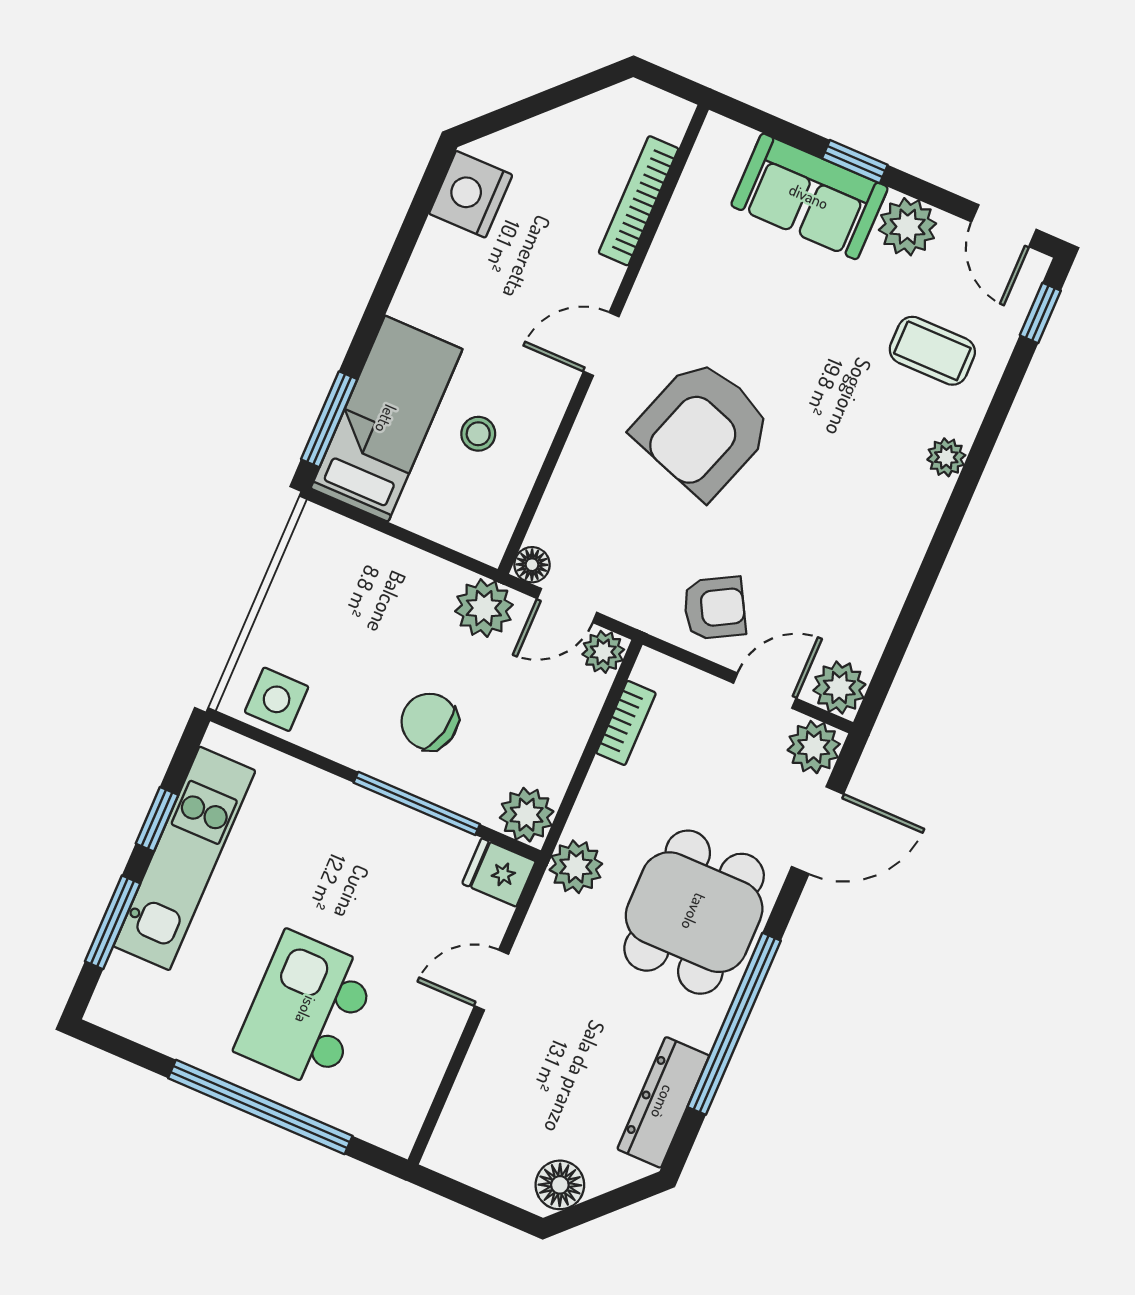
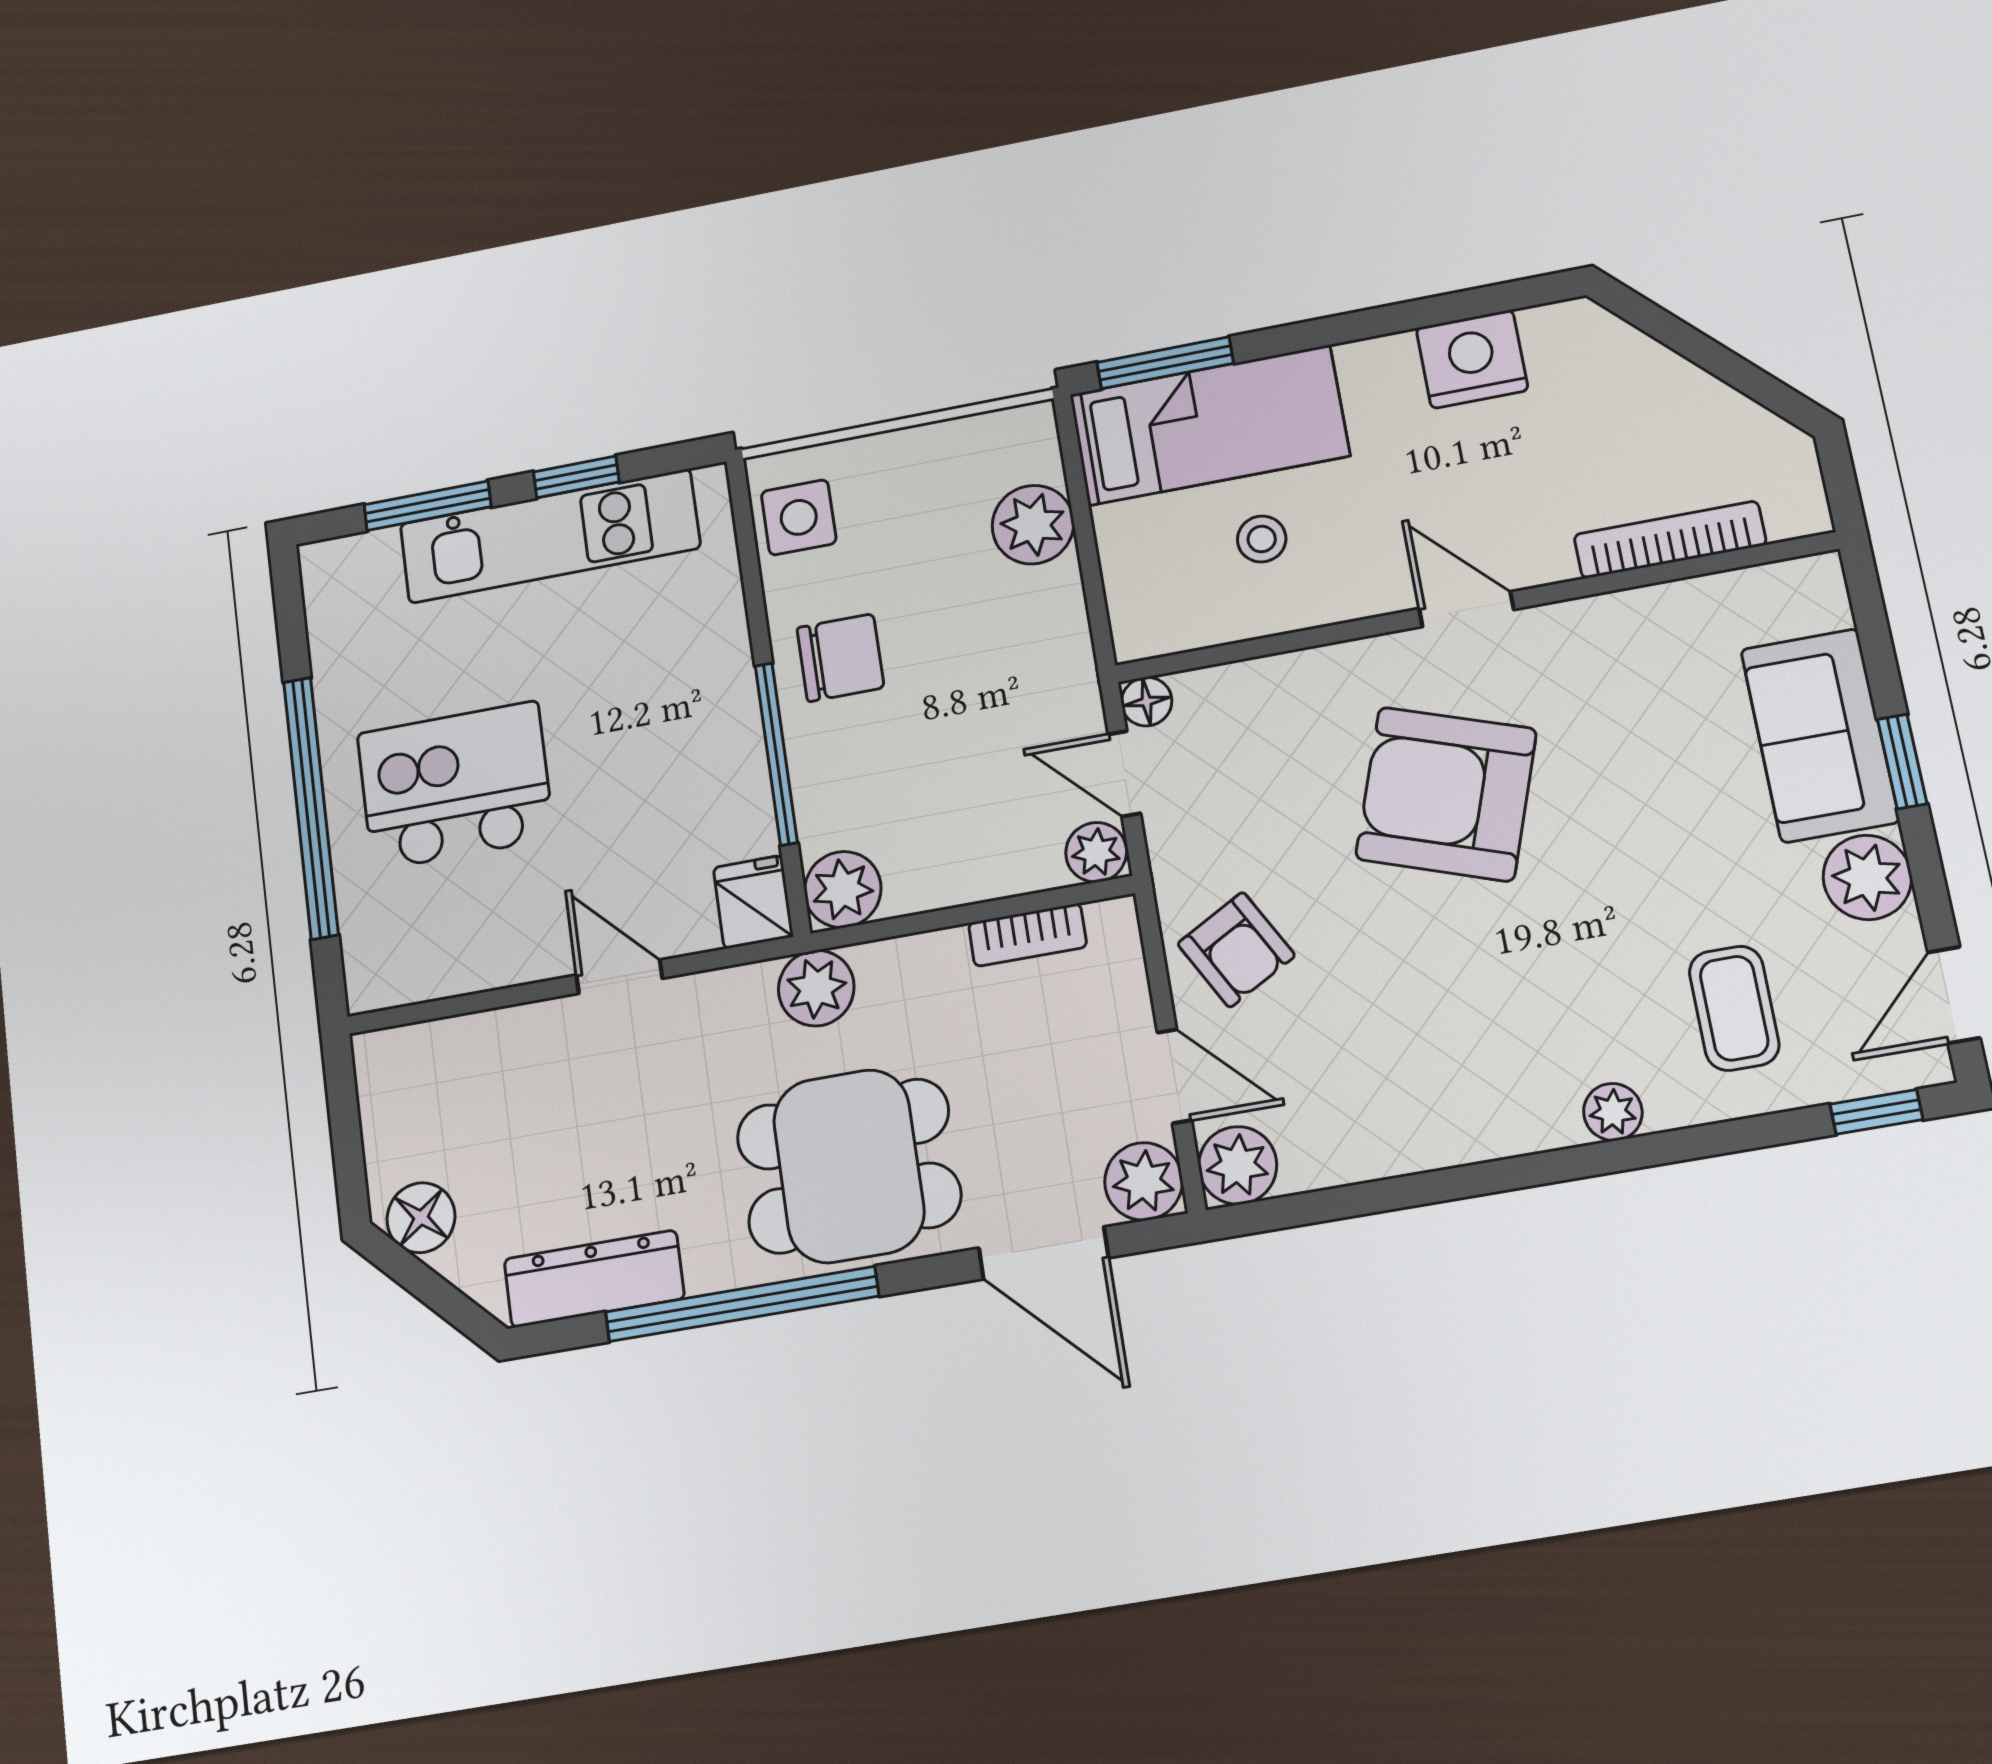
nightstand: (471, 194) -> (1472, 359), moved
plant: (484, 608) -> (1033, 525), moved
chair: (430, 722) -> (841, 658), moved, turned 77

